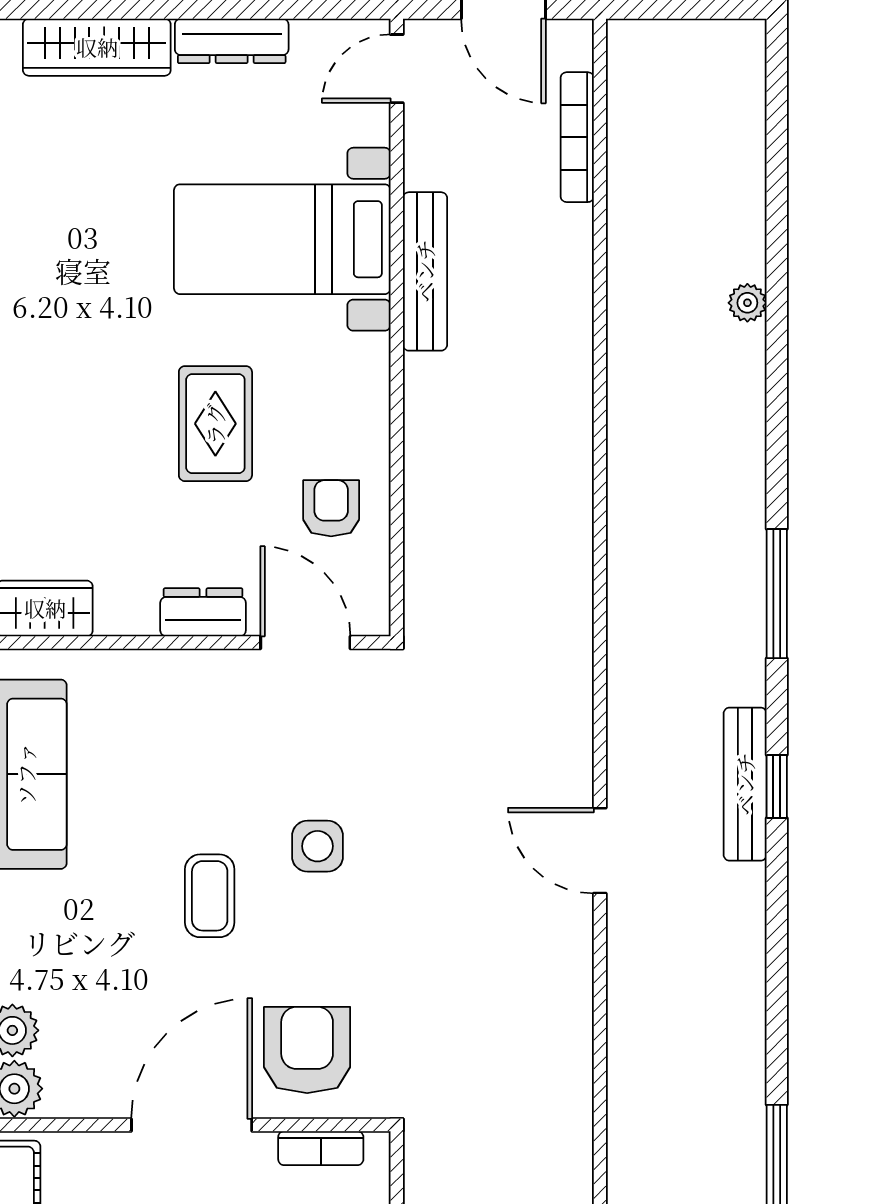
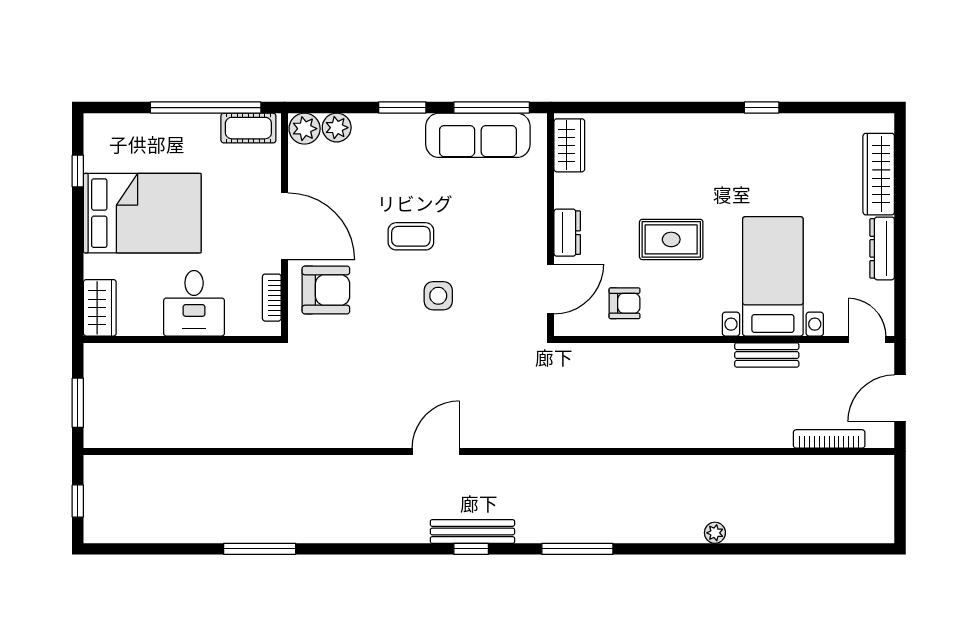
bench: (425, 271) -> (767, 355), width x0.73
plant: (747, 303) -> (715, 533), moved

